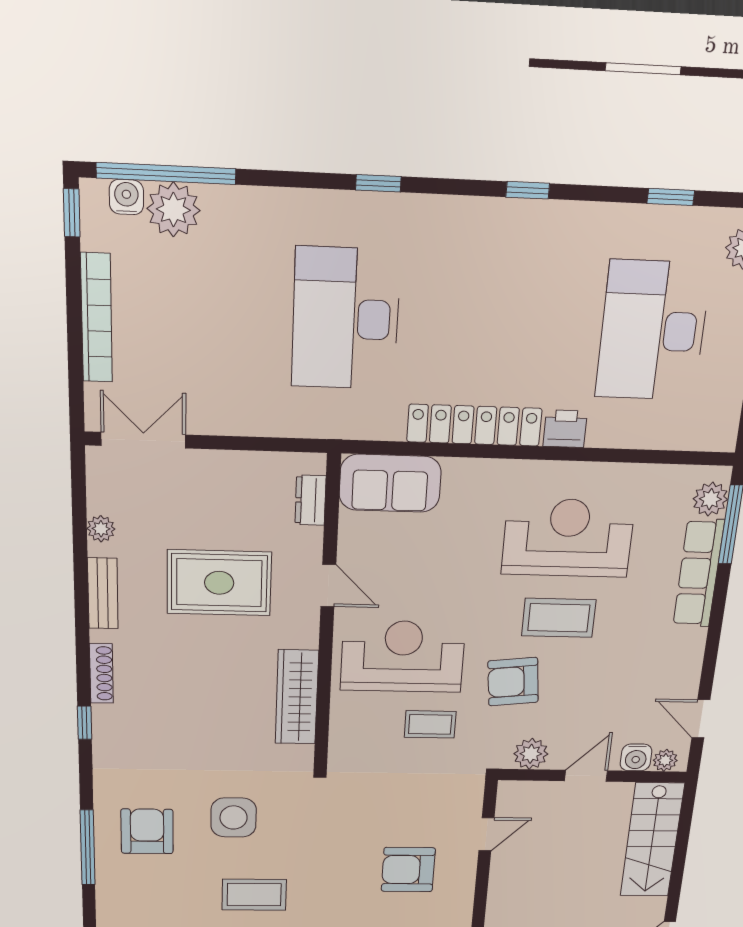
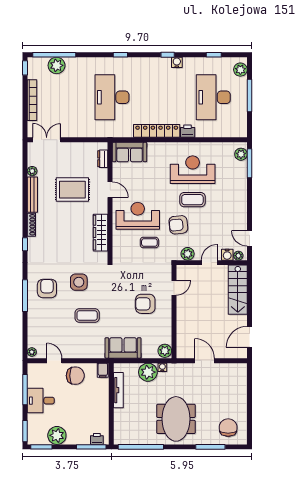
water cooler: (126, 197) -> (177, 62), moved
row of seats: (698, 573) -> (241, 182), removed
bench: (103, 593) -> (32, 195), width x1.36

